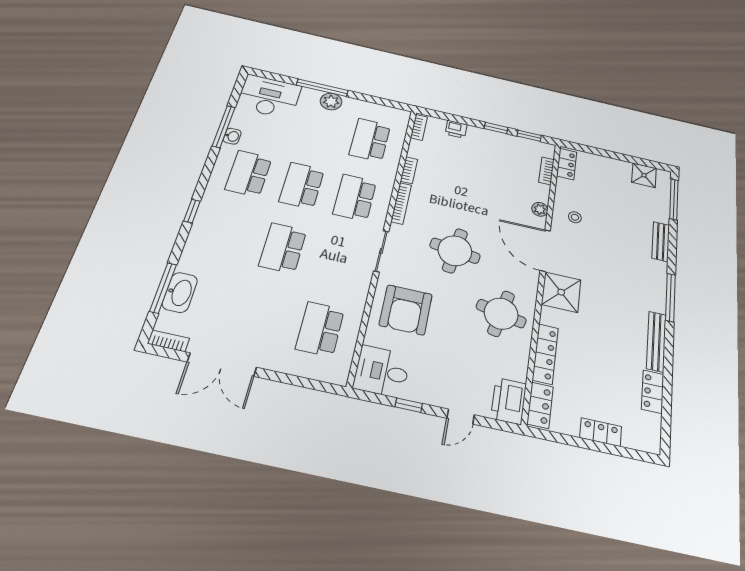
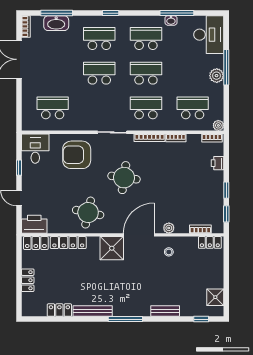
plant: (403, 116) -> (218, 125), added
window: (674, 199) -> (201, 319), width x0.46
school desk: (227, 236) -> (99, 39), added

